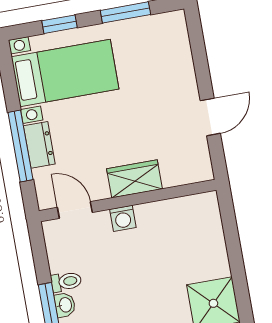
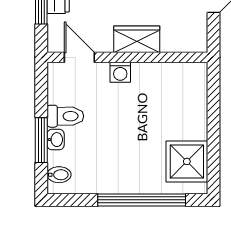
toilet: (66, 282) -> (65, 116), width x1.37, depth x1.39

